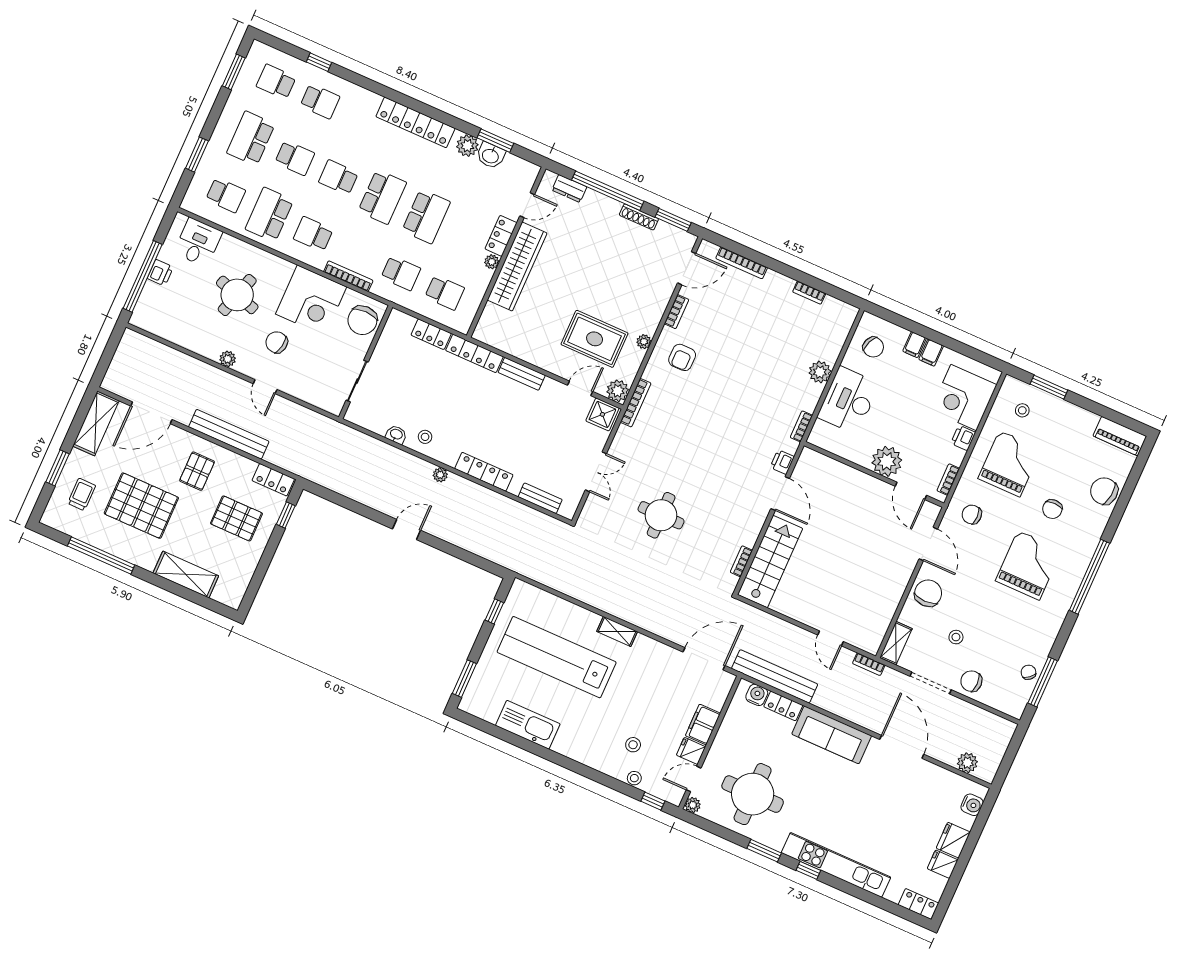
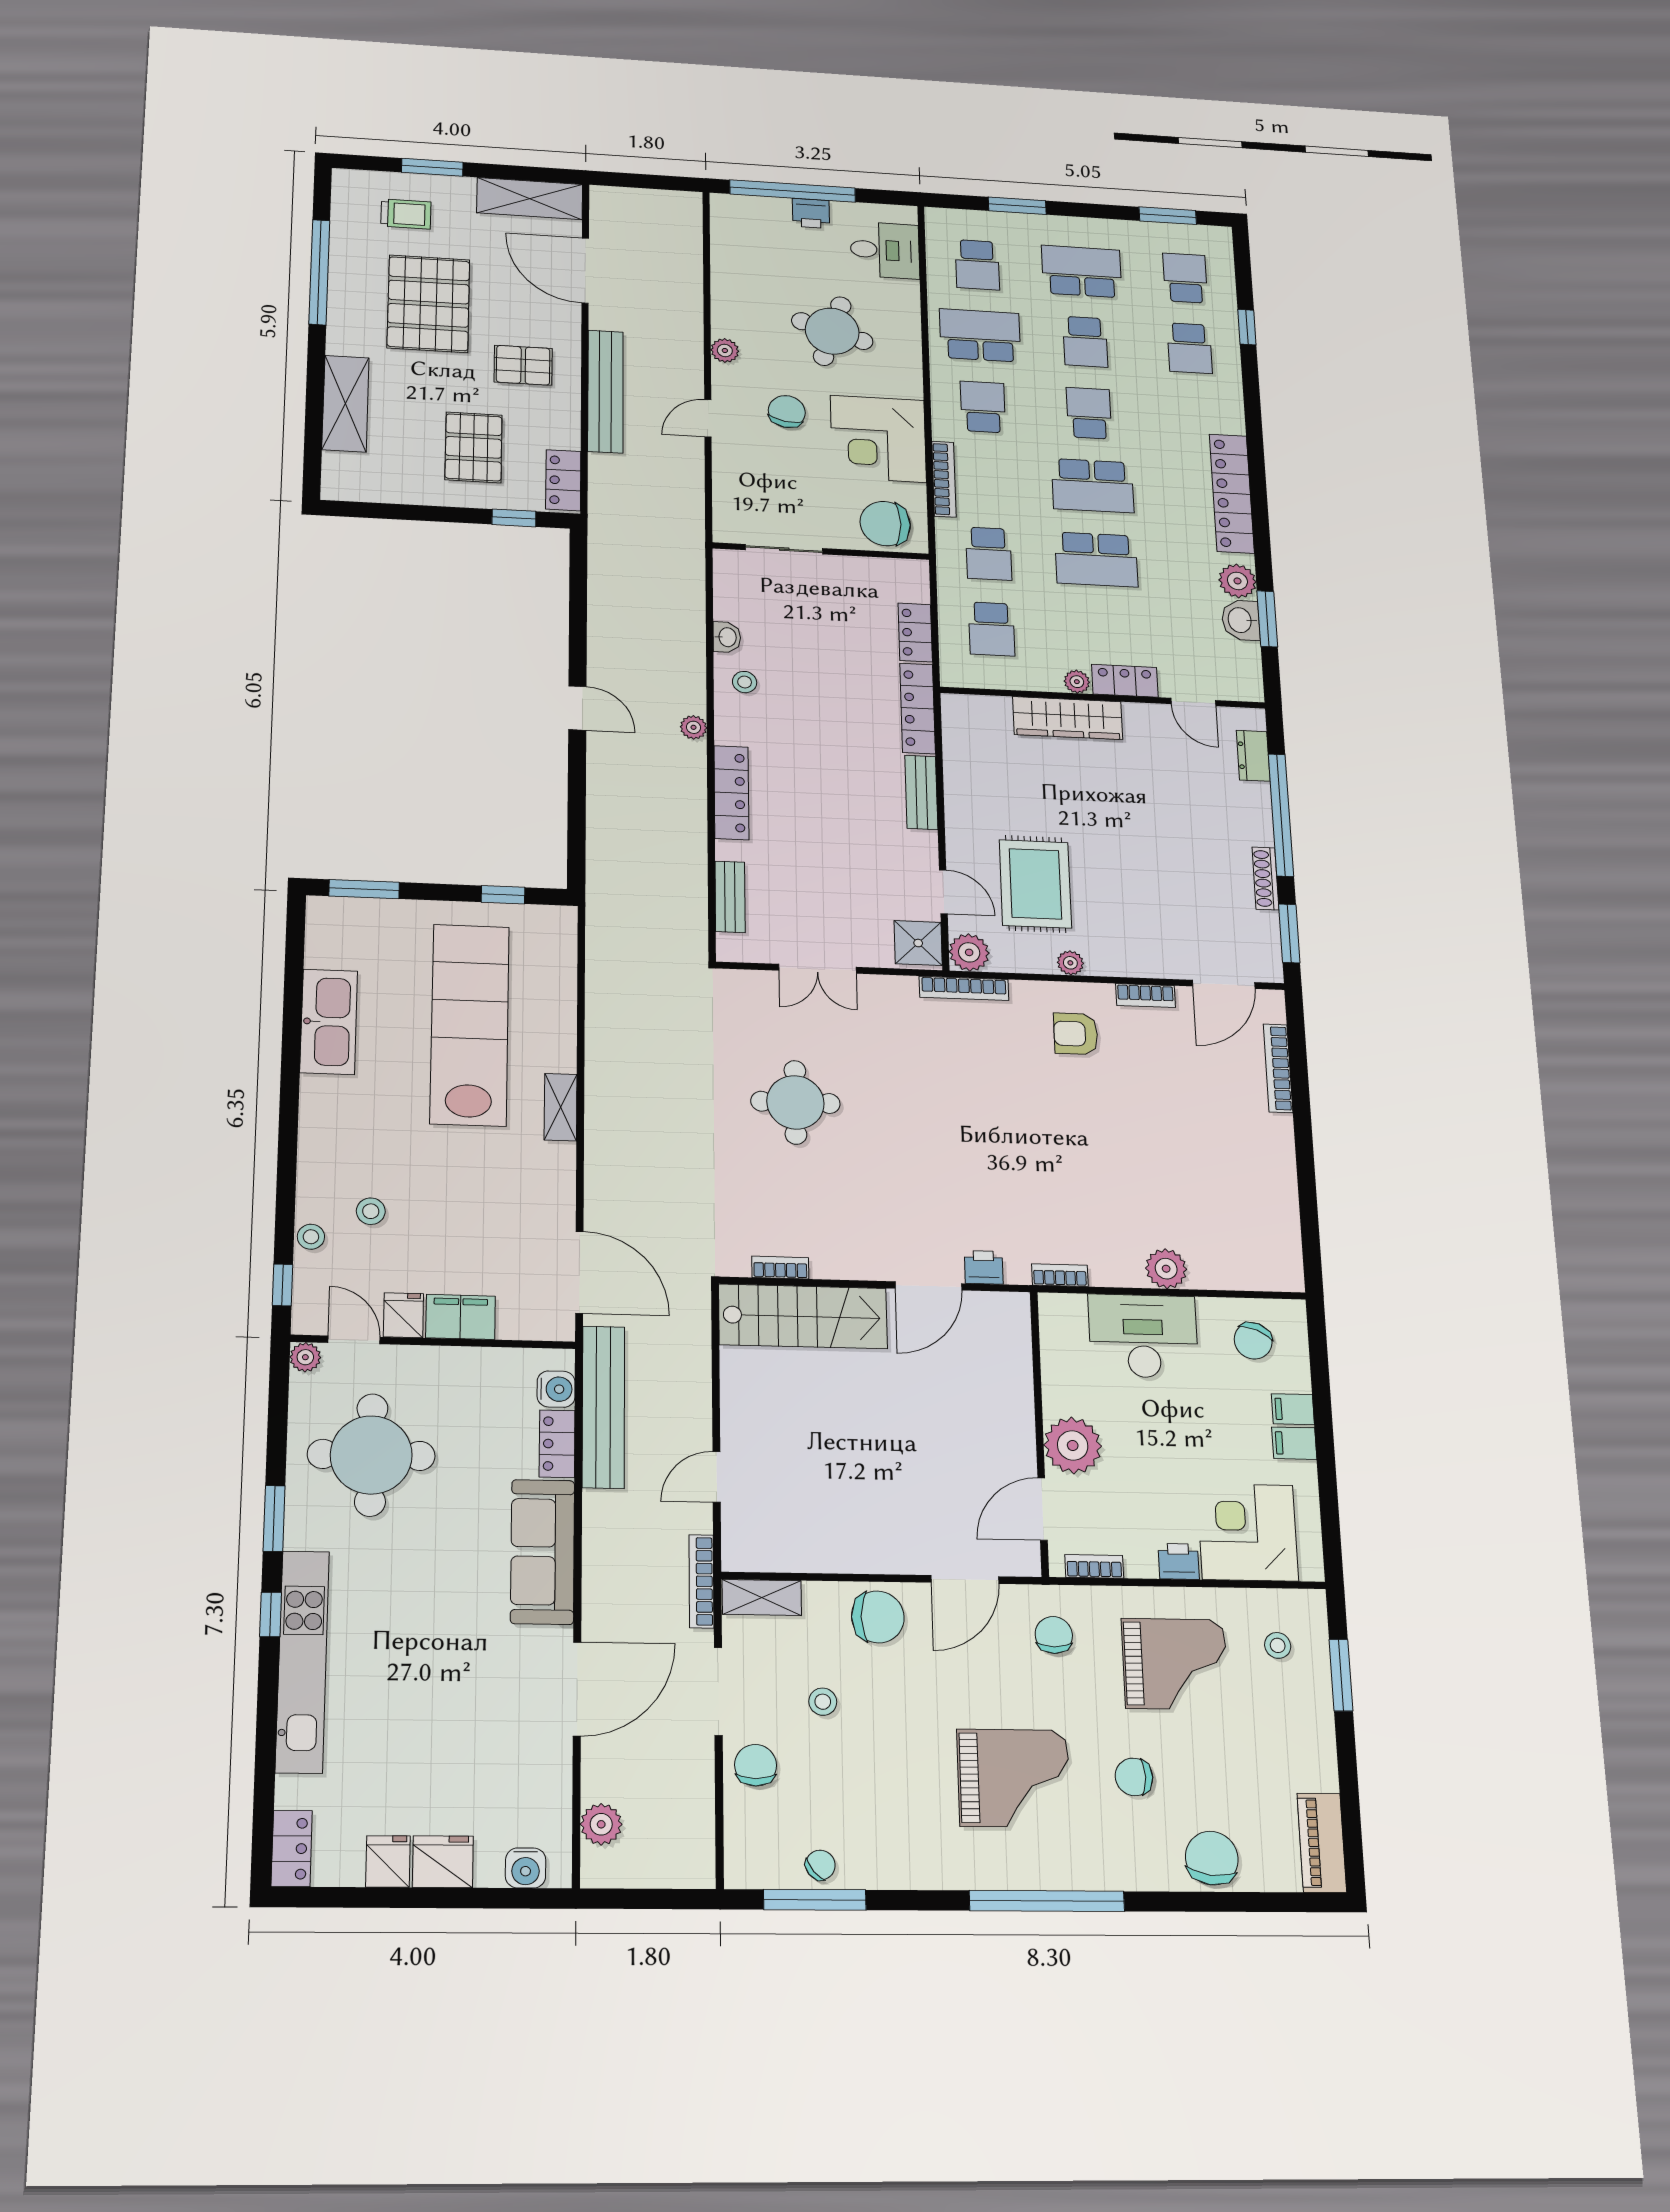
wardrobe: (517, 266) -> (1068, 718), width x0.71, depth x0.85
door: (687, 268) -> (1224, 984), hinge flipped
bookcase: (809, 293) -> (1287, 1197), removed
bookcase: (869, 664) -> (701, 1581), width x1.56

